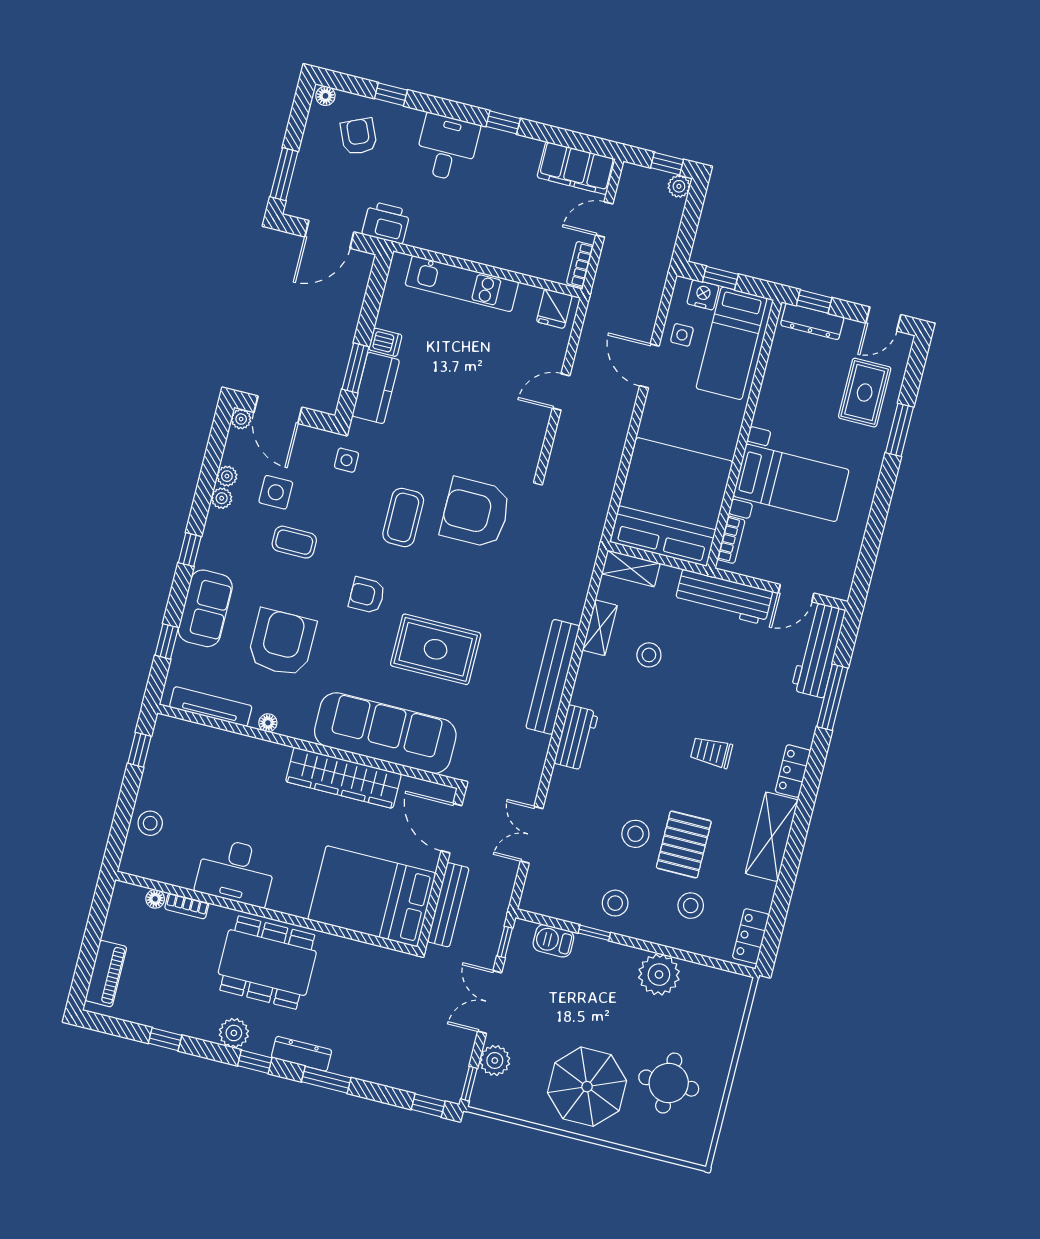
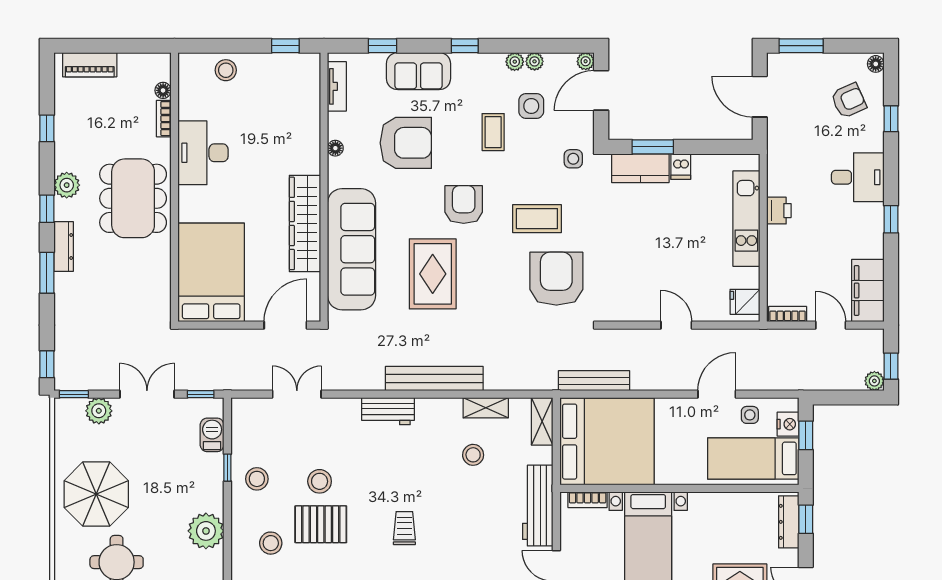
printer: (386, 223) -> (779, 211), moved, width x0.73, depth x0.81
armchair: (367, 595) -> (464, 205), width x1.38, depth x1.38
tv unit: (211, 707) -> (337, 86), width x0.71
bench: (448, 905) -> (594, 381), moved

